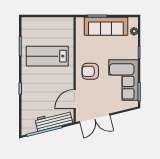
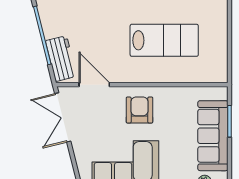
lab bench: (47, 56) -> (164, 40), turned 90
workbench: (54, 121) -> (61, 59), width x0.73

